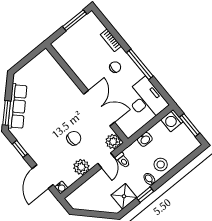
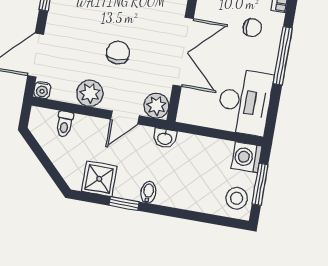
chair: (74, 138) -> (118, 53), turned -90
washbasin: (145, 139) -> (165, 138), moved
toilet: (123, 160) -> (65, 124), moved
stool: (161, 165) -> (237, 198), moved

